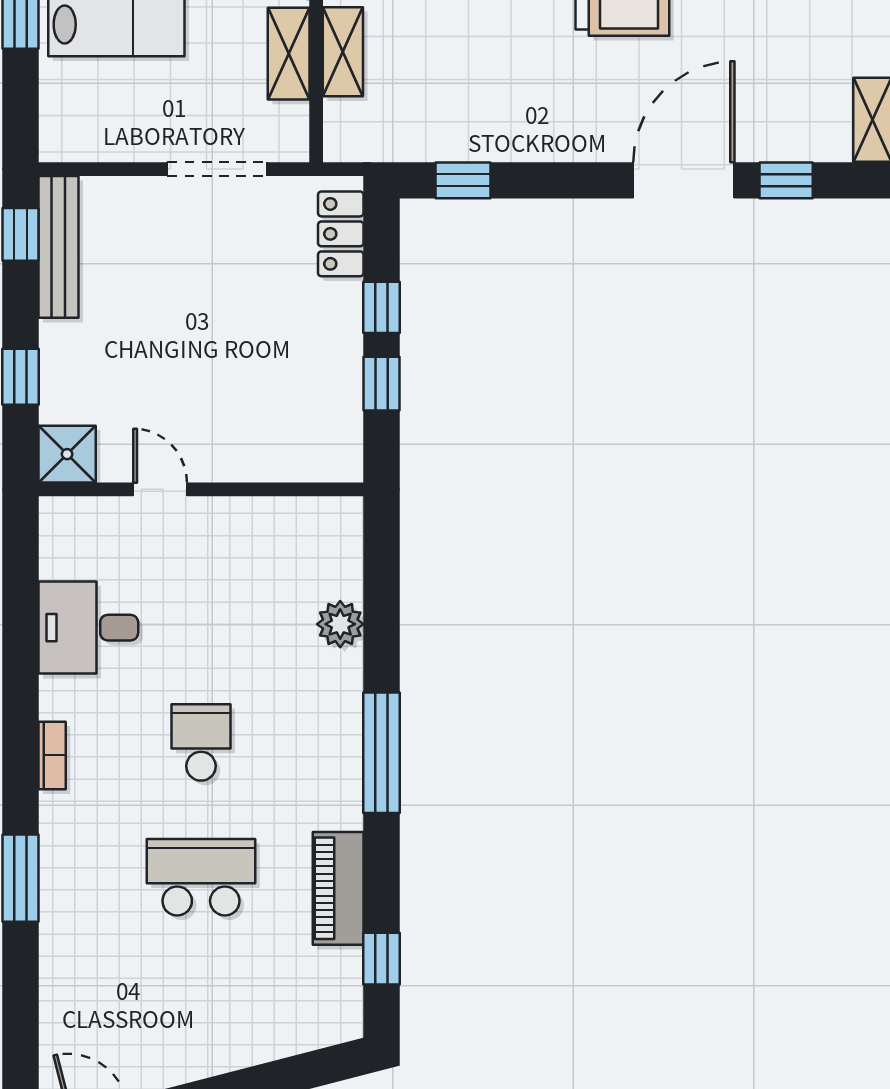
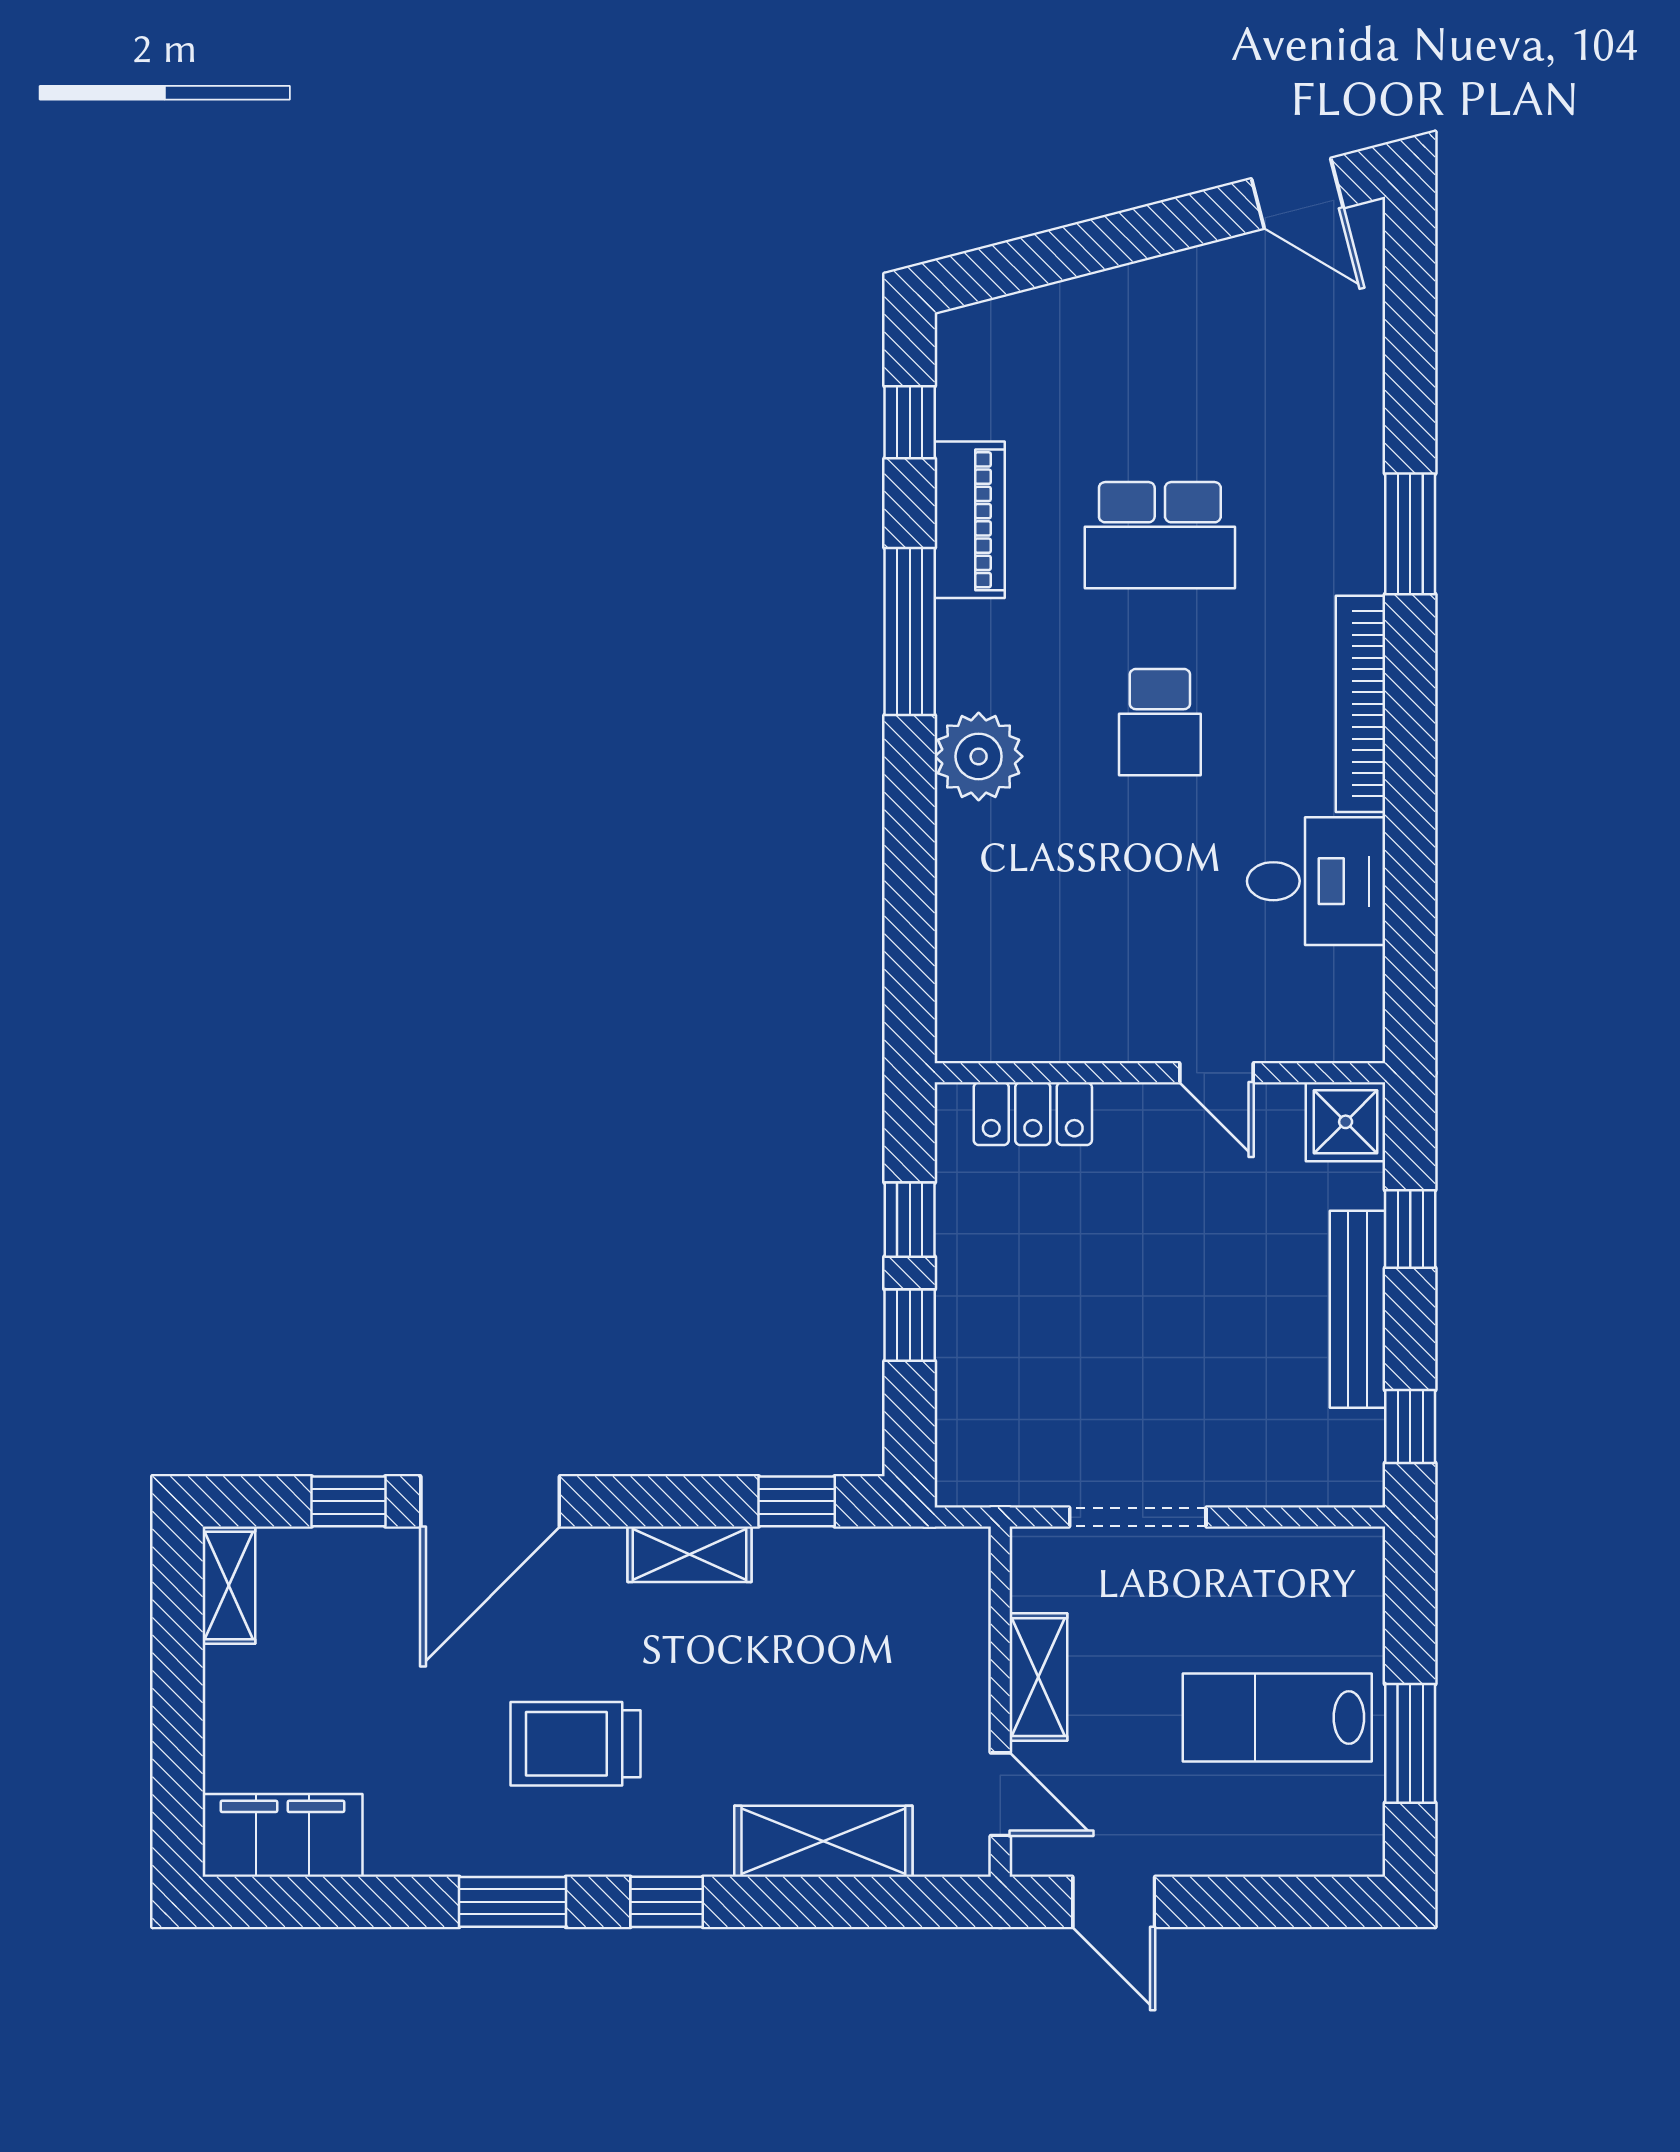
shelving: (343, 52) -> (689, 1554), moved, turned 90
locker: (341, 234) -> (1033, 1114), moved, turned 90
bench: (58, 247) -> (1358, 1309), moved
plant: (340, 624) -> (979, 756), moved, width x1.36, depth x1.36
window: (381, 753) -> (910, 632), moved
bookcase: (52, 755) -> (1360, 704), width x2.31, depth x1.31

